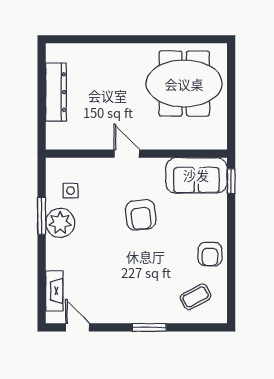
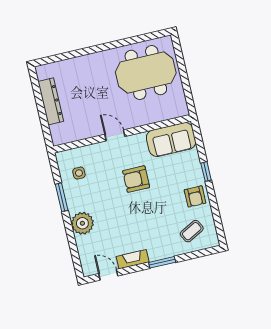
window: (231, 181) -> (206, 172), moved
armchair: (141, 215) -> (136, 179), turned 96
plant: (60, 223) -> (82, 223), moved
fireplace: (54, 291) -> (133, 259), moved, turned -90

